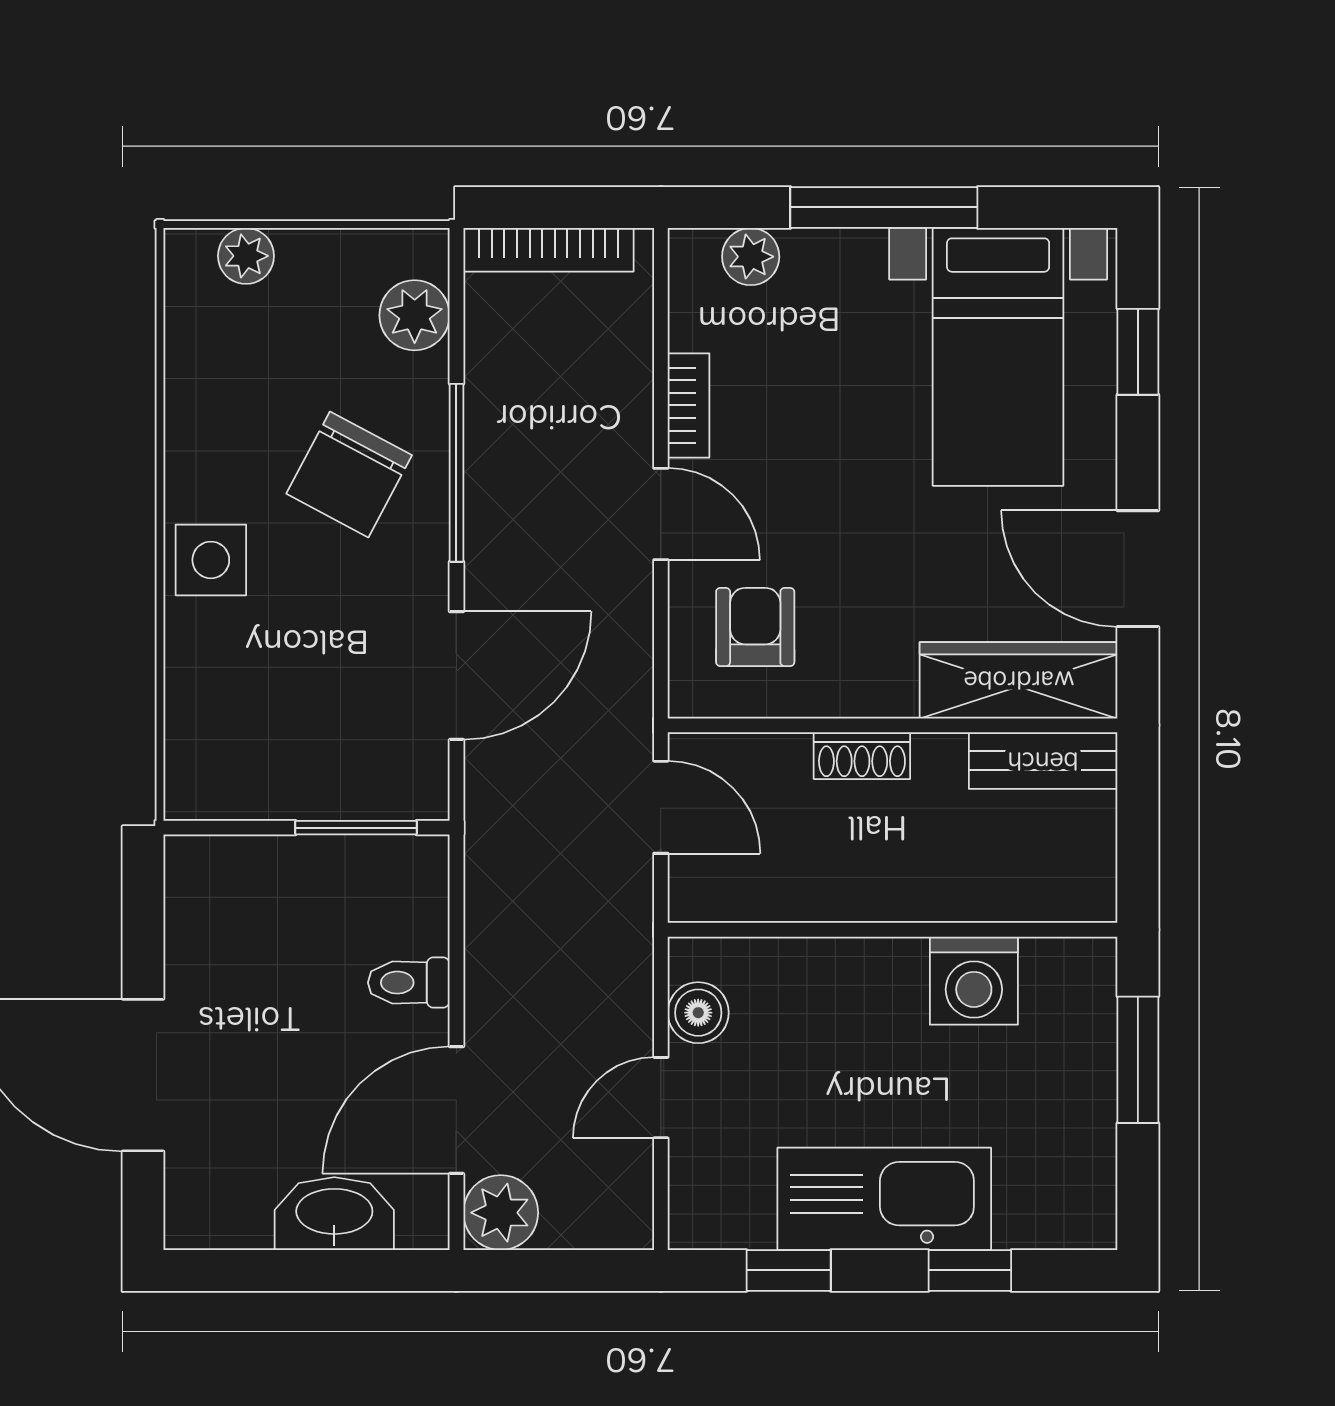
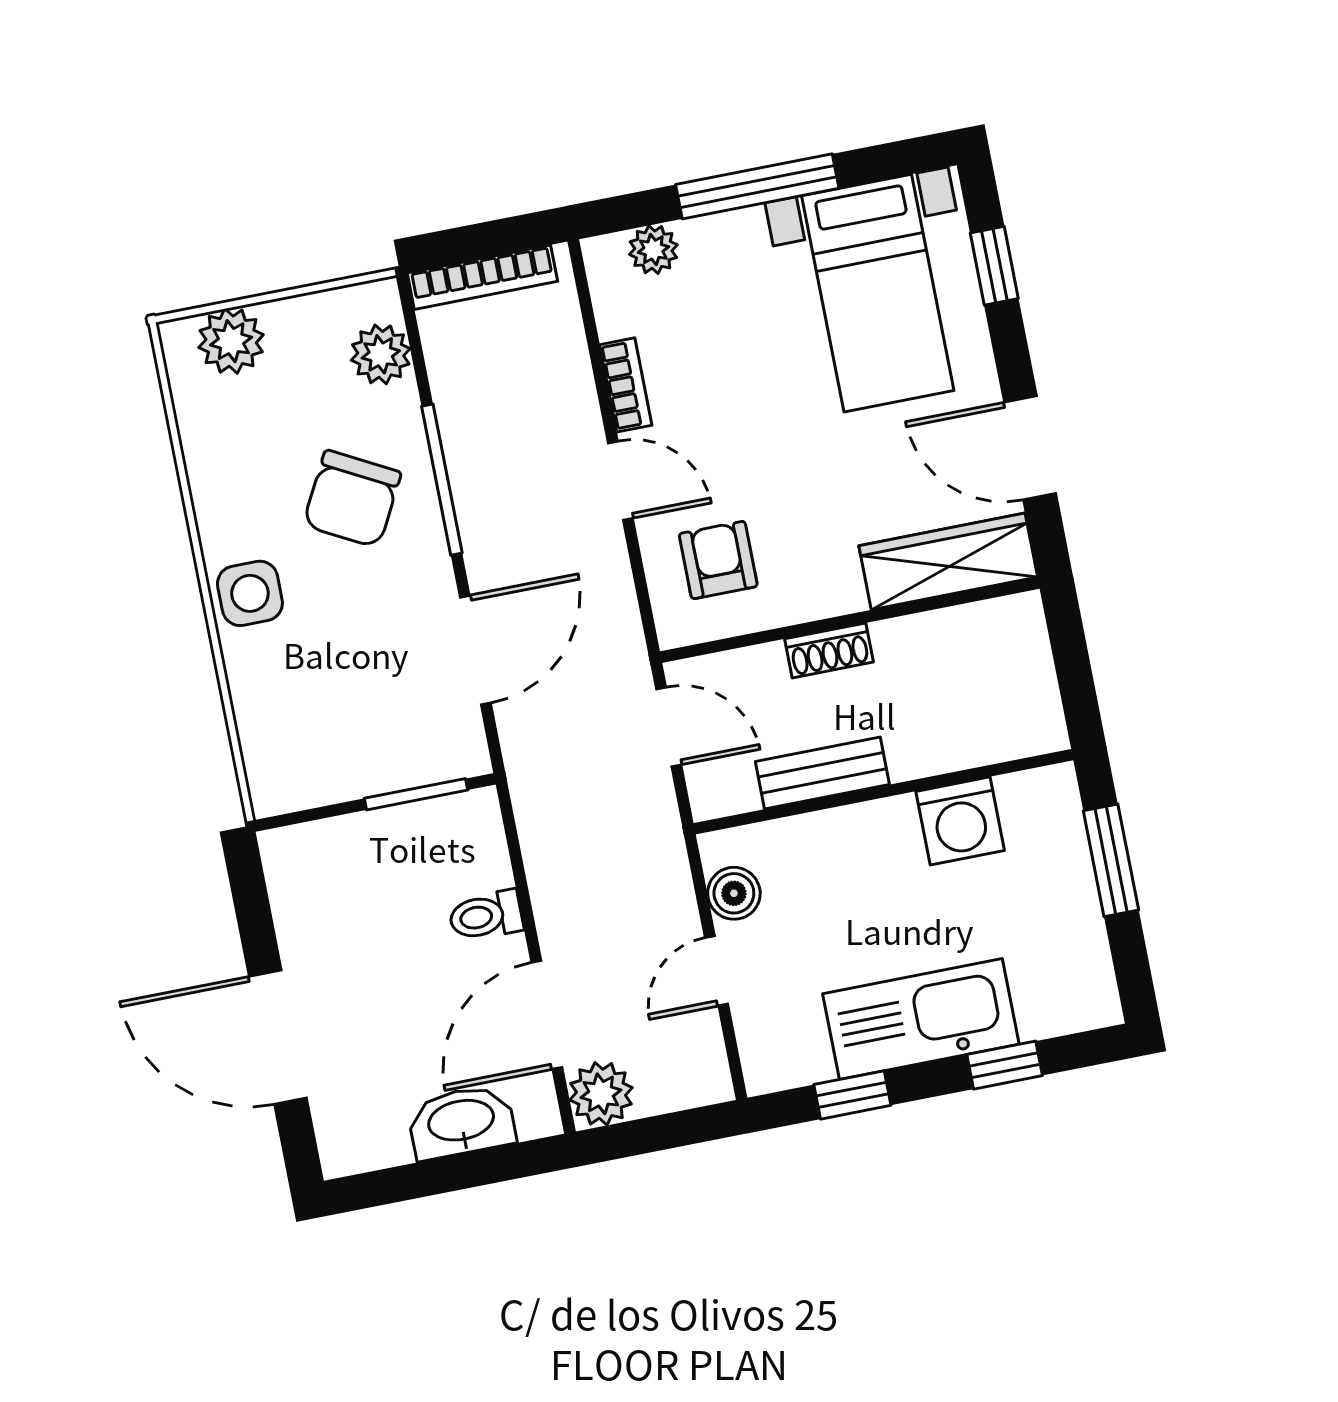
plant: (246, 256) -> (231, 341), width x1.38, depth x1.38
bench: (1043, 761) -> (822, 773), moved

